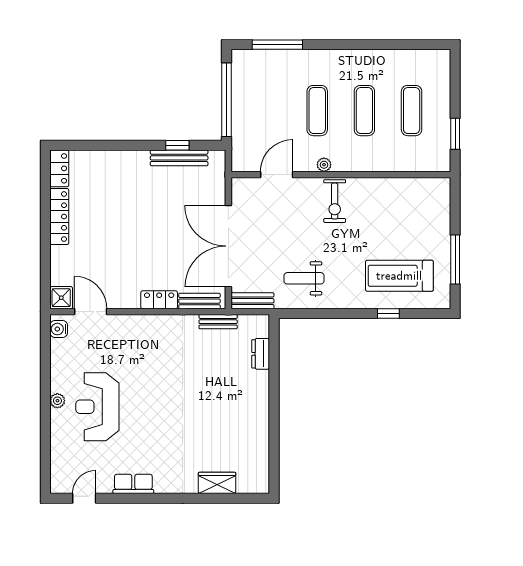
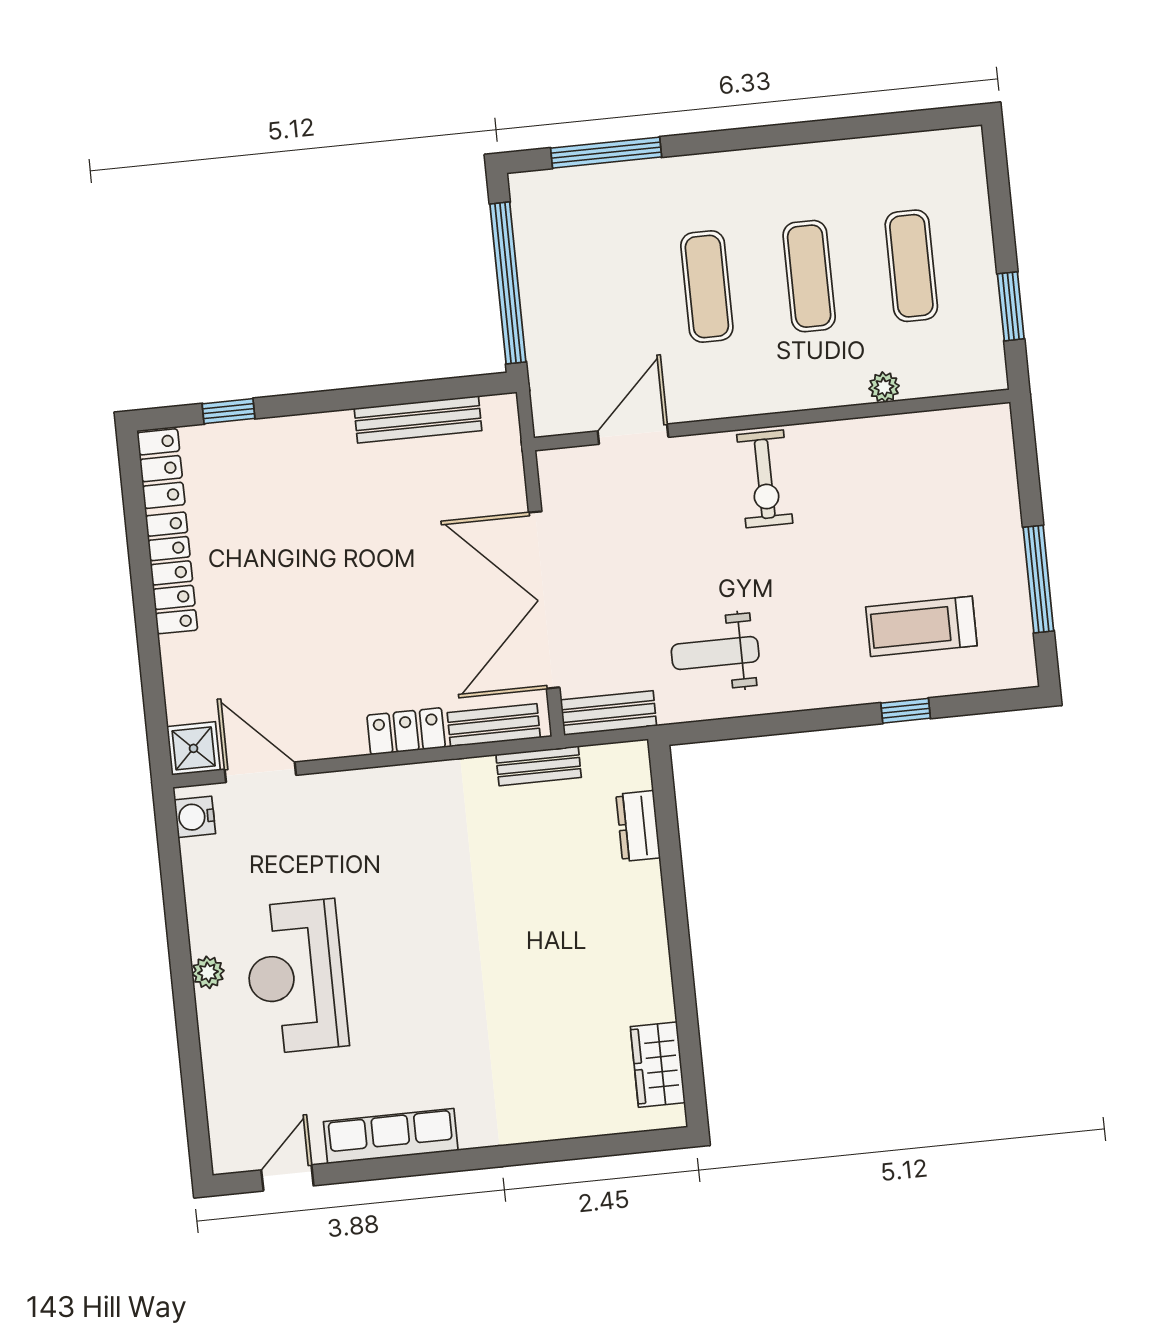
window: (177, 145) -> (229, 411), moved
plant: (324, 165) -> (884, 387), moved
treadmill: (399, 276) -> (921, 626), width x0.73, depth x0.73
wardrobe: (217, 483) -> (658, 1065), moved, turned -90
row of seats: (133, 484) -> (391, 1136), width x1.48

